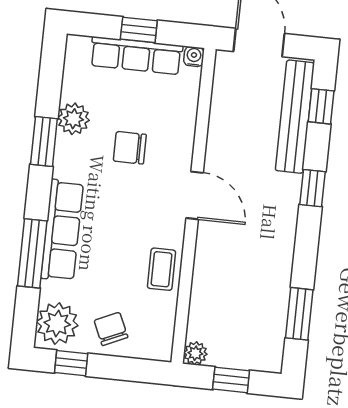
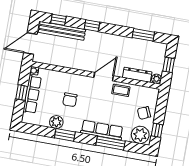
door: (195, 195) -> (104, 77), moved
dresser: (202, 306) -> (137, 75), added

